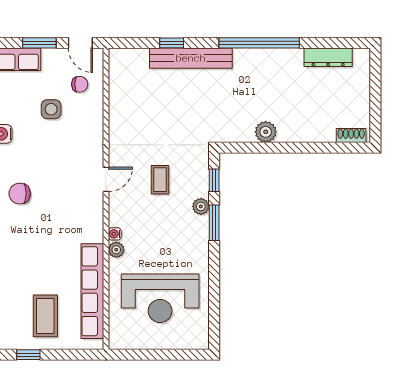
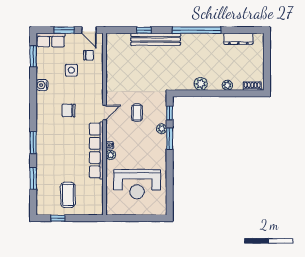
plant: (310, 134) -> (227, 85), added
chair: (20, 194) -> (69, 110), moved
row of seats: (92, 291) -> (96, 150), moved

